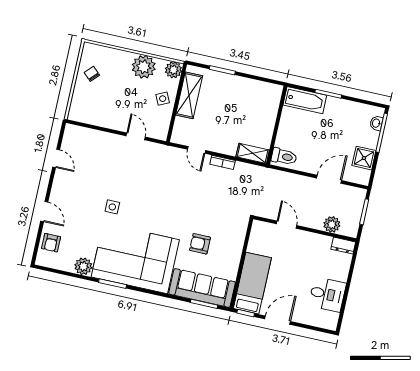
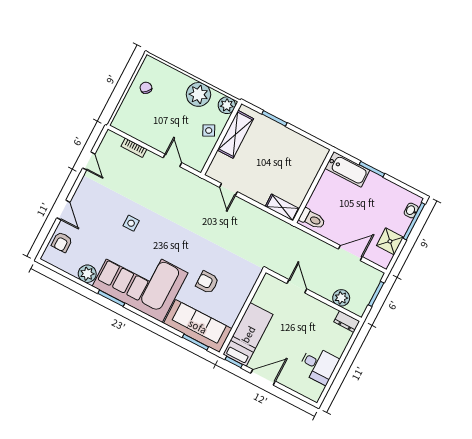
bookcase: (223, 162) -> (134, 148), moved

